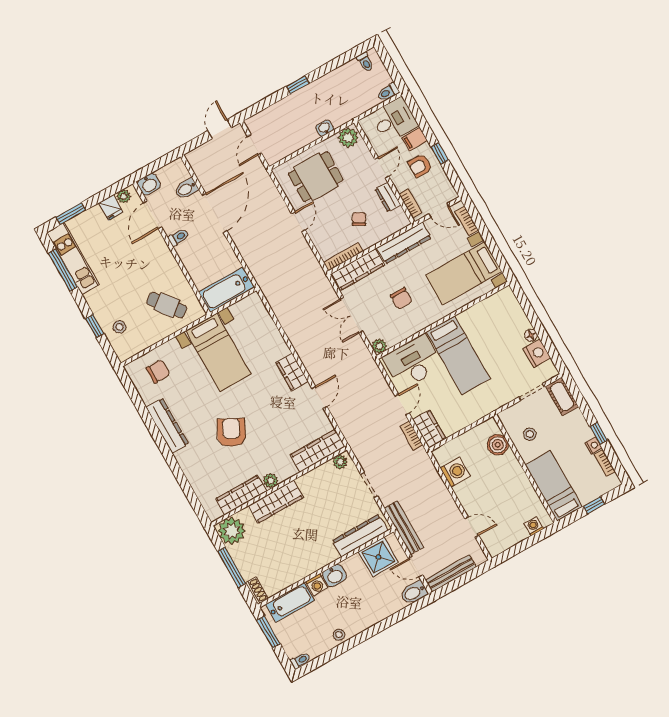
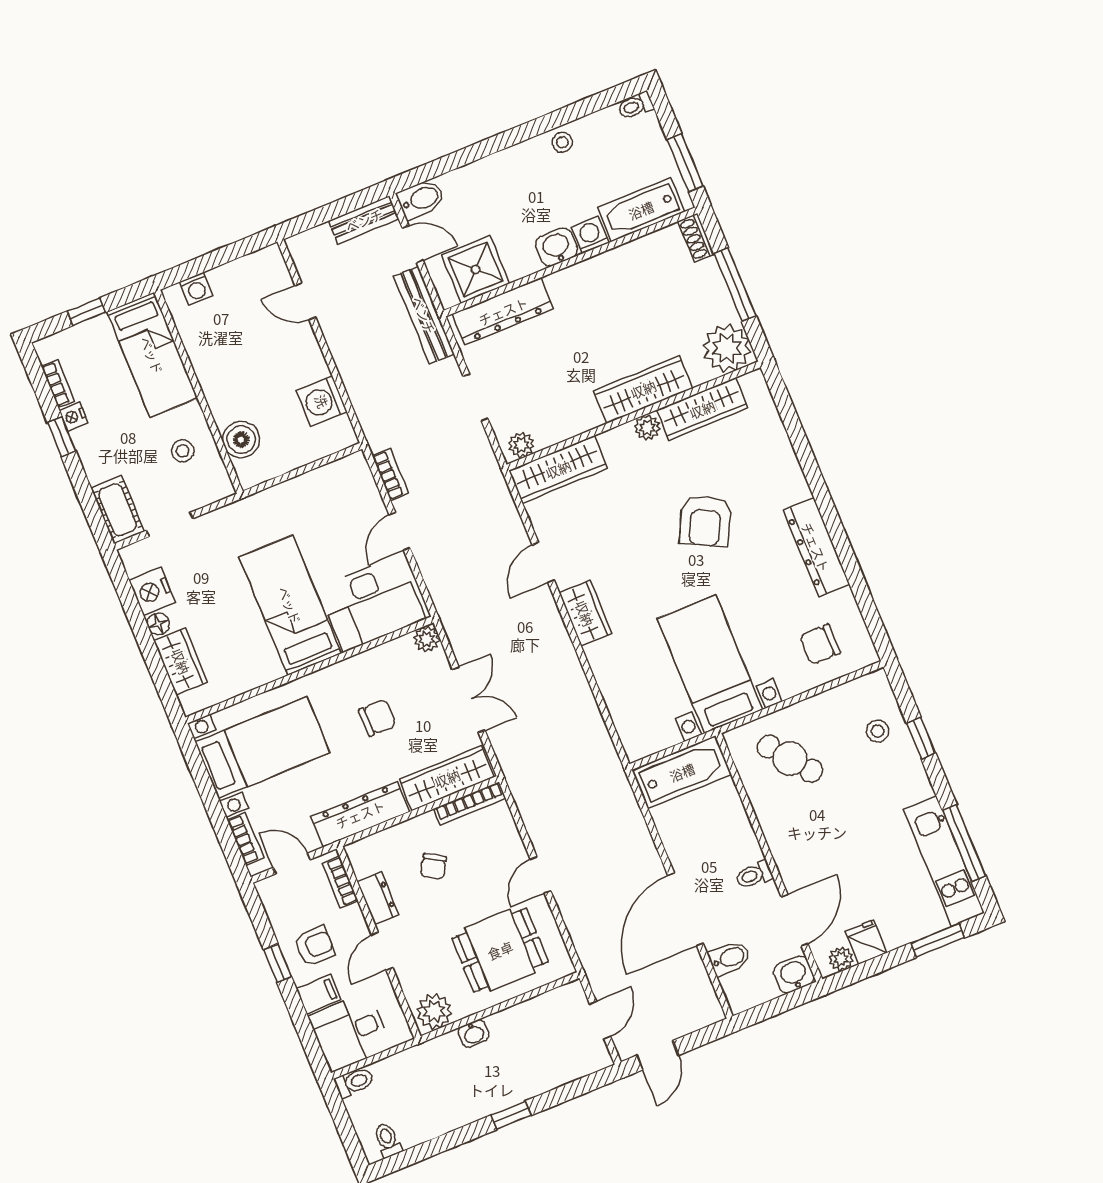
chair: (401, 298) -> (377, 718), turned 90
wardrobe: (429, 429) -> (181, 661), moved, turned 180
bench: (451, 574) -> (364, 220), width x0.73

